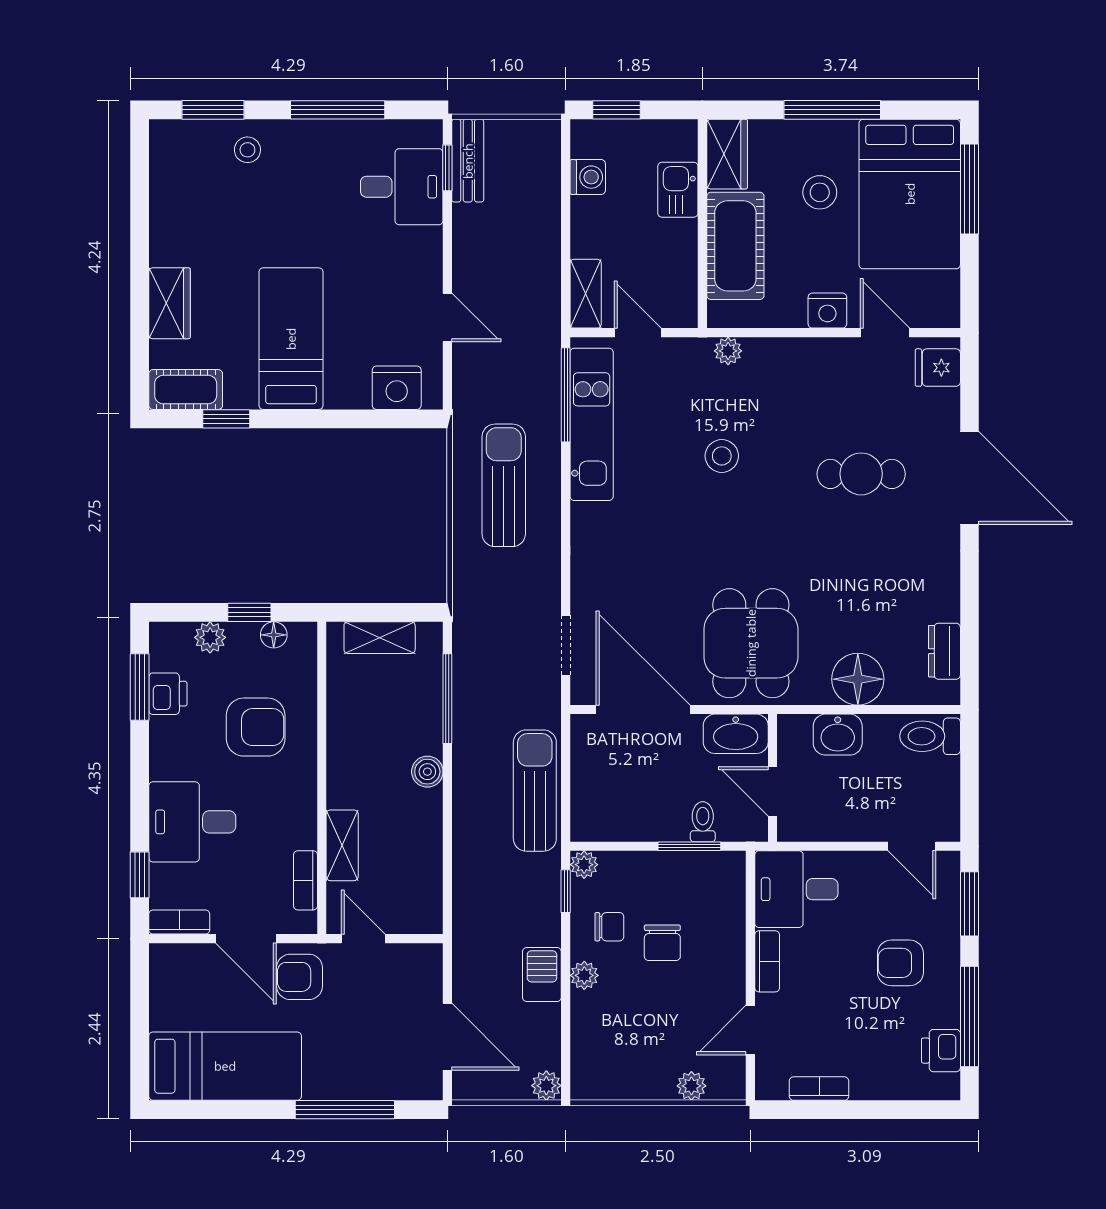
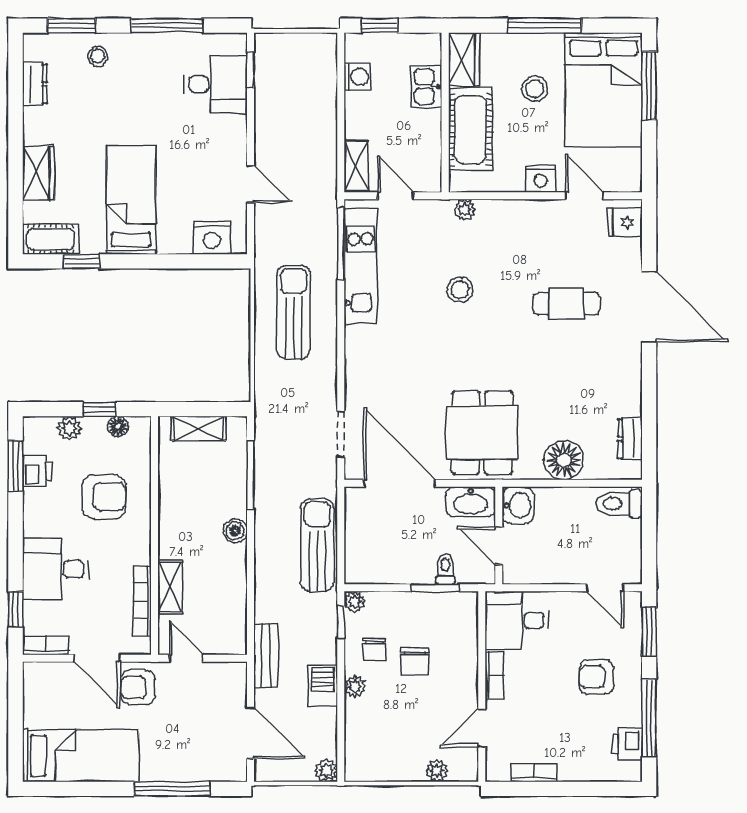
bench: (468, 161) -> (266, 655), moved
dresser: (165, 186) -> (35, 84), added
washbasin: (838, 735) -> (518, 505), moved, turned -90
bookcase: (305, 880) -> (142, 601), width x1.56
chair: (609, 927) -> (374, 649), turned 90

